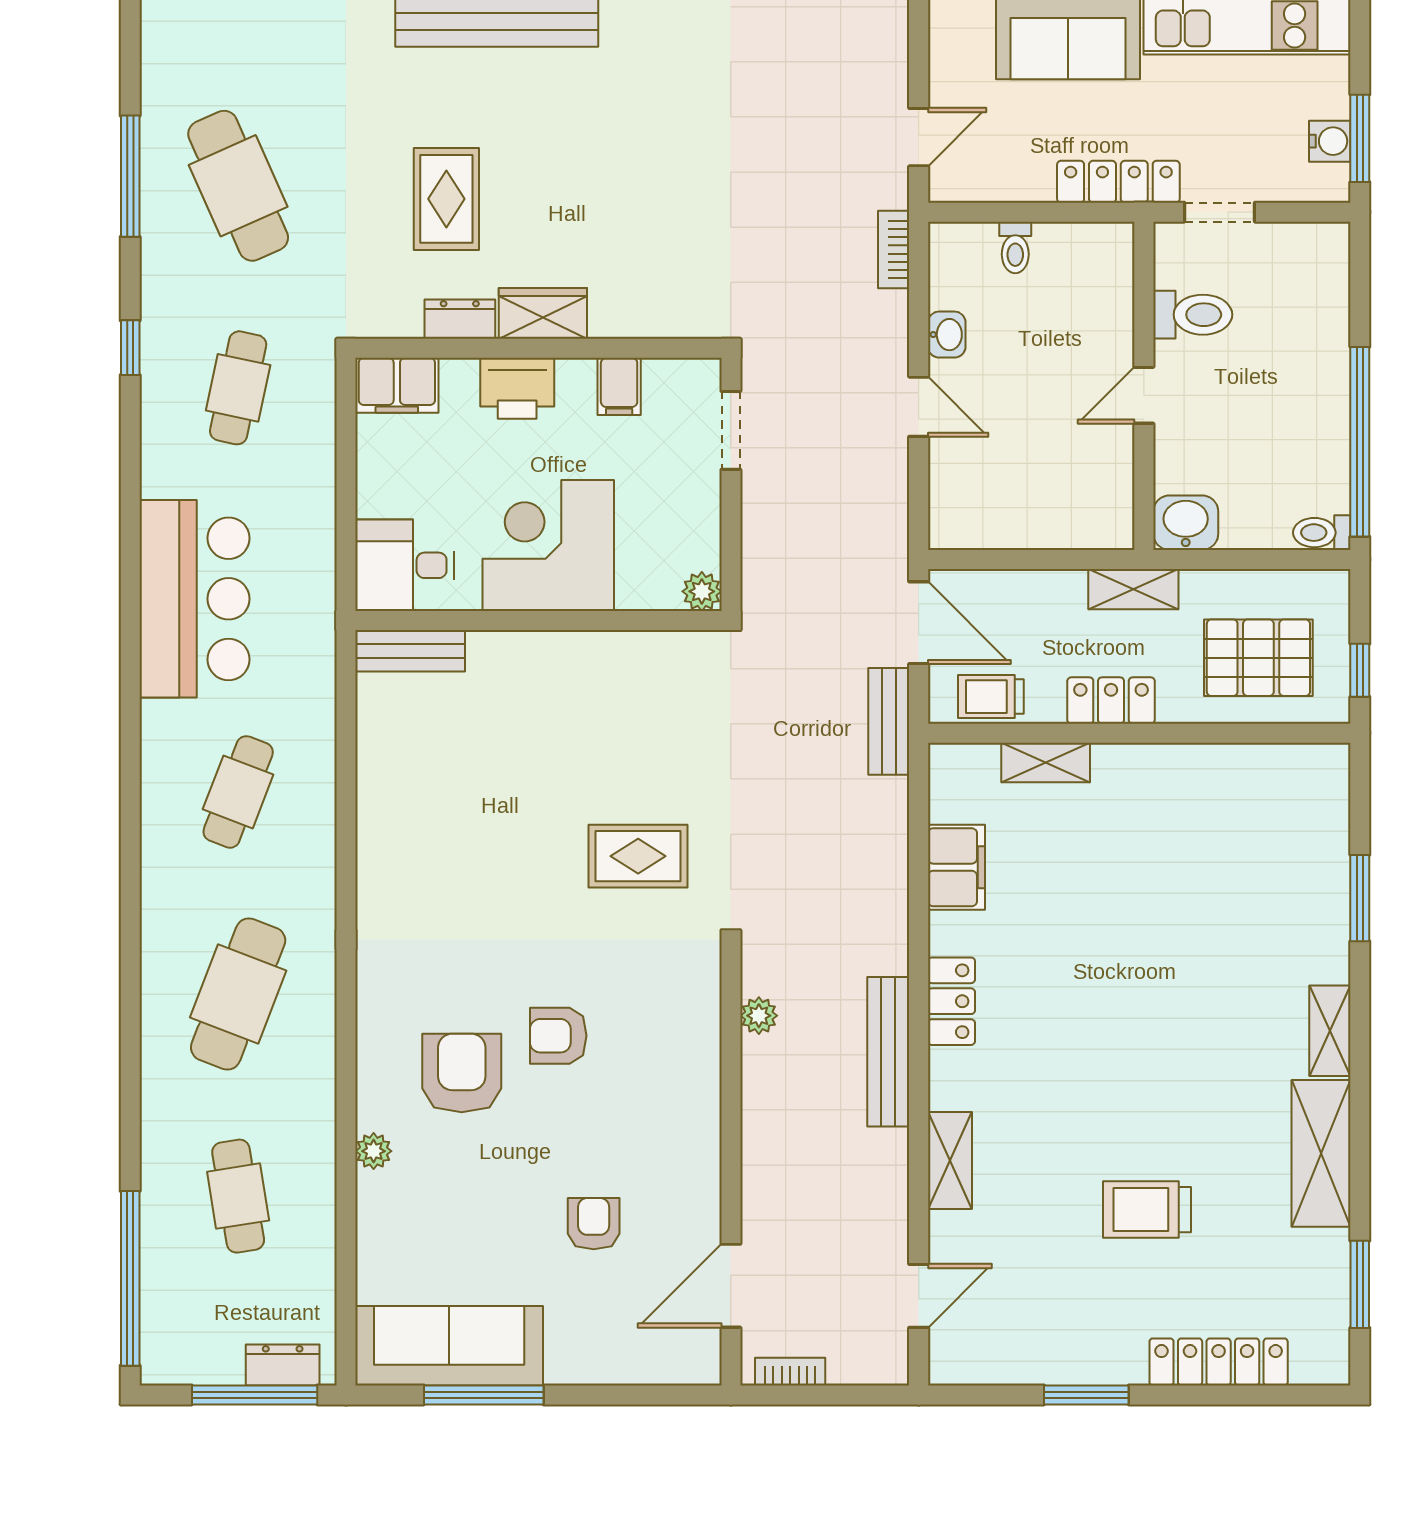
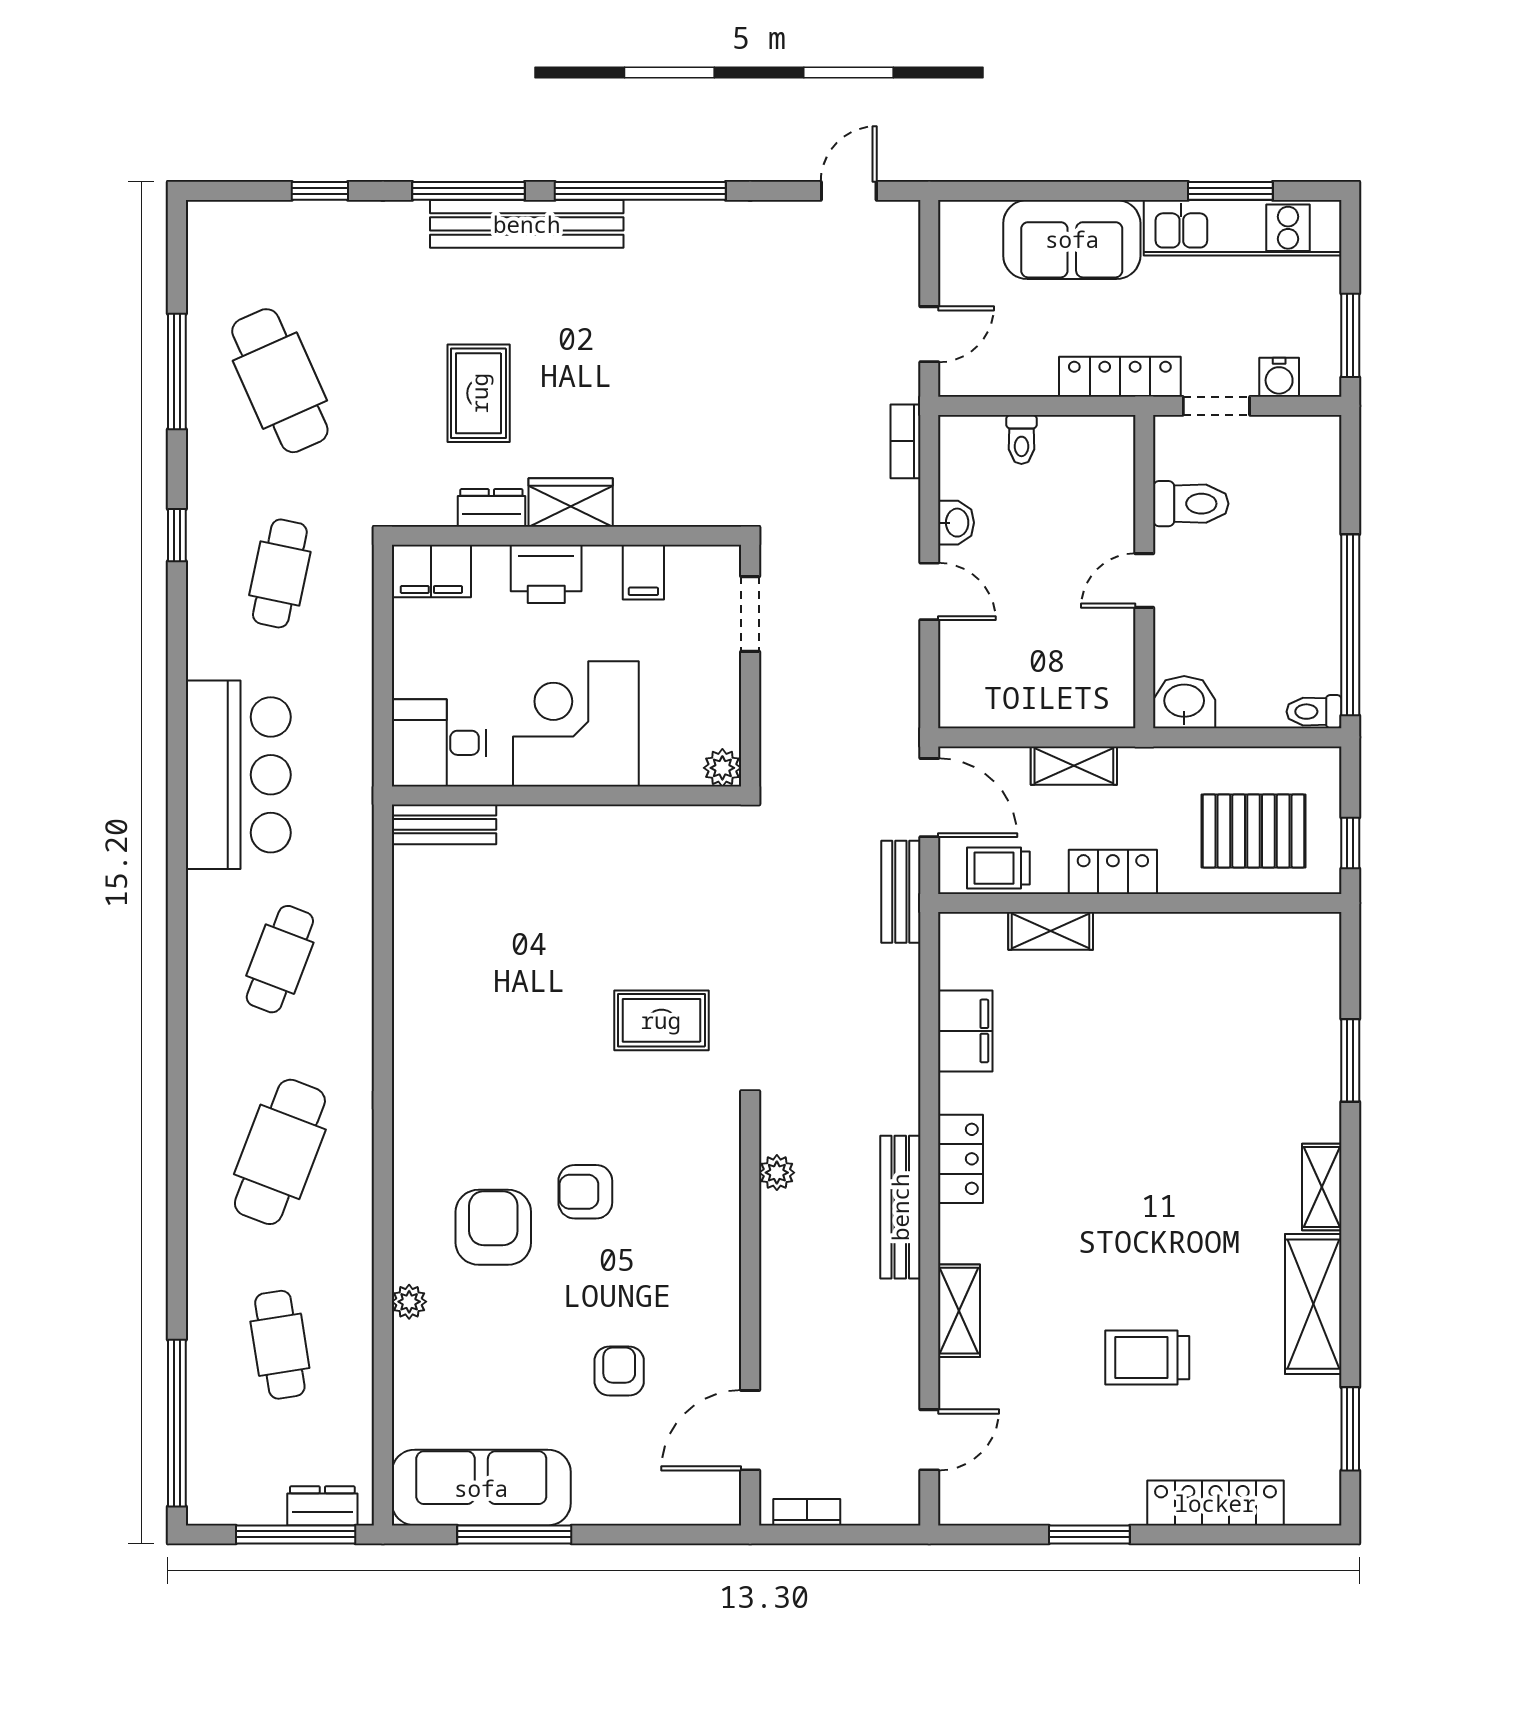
water cooler: (1330, 141) -> (1279, 377), moved, turned 90
shelving: (1133, 589) -> (1074, 766), moved

